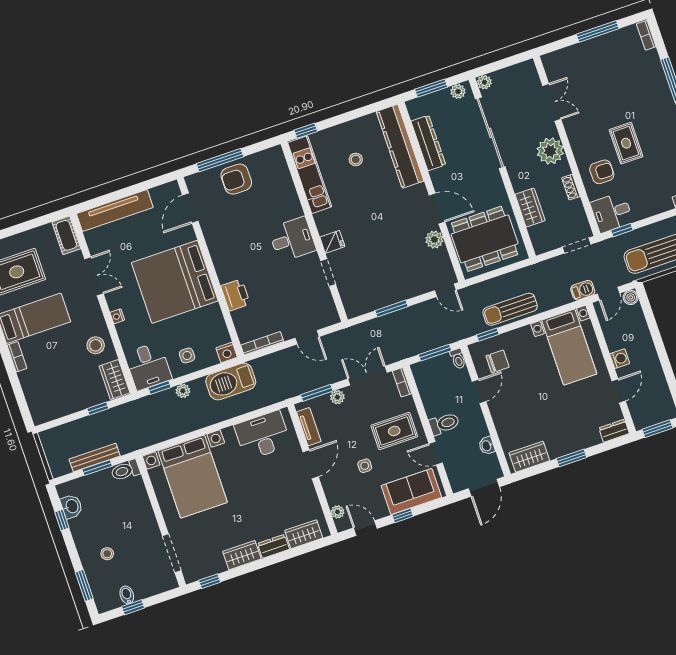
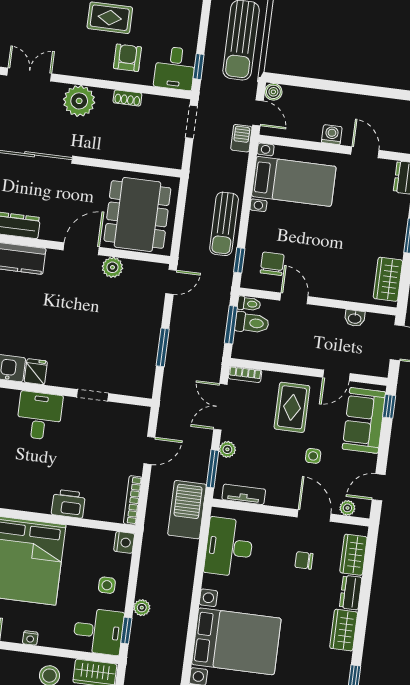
wardrobe: (530, 208) -> (128, 151), removed
fridge: (332, 242) -> (36, 372), moved
barbecue: (231, 382) -> (187, 510), moved, turned 180
toilet: (444, 424) -> (252, 323), moved, turned 90
door: (311, 464) -> (314, 516), moved
chair: (281, 498) -> (304, 560), added
window: (403, 515) -> (389, 406), moved

